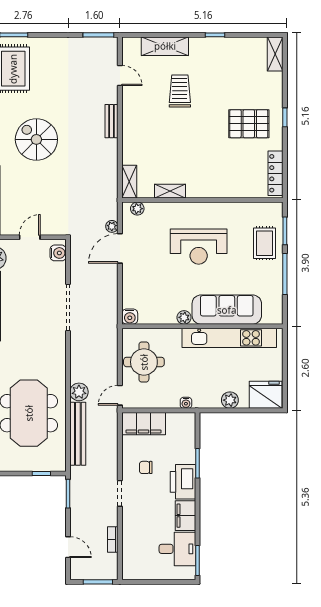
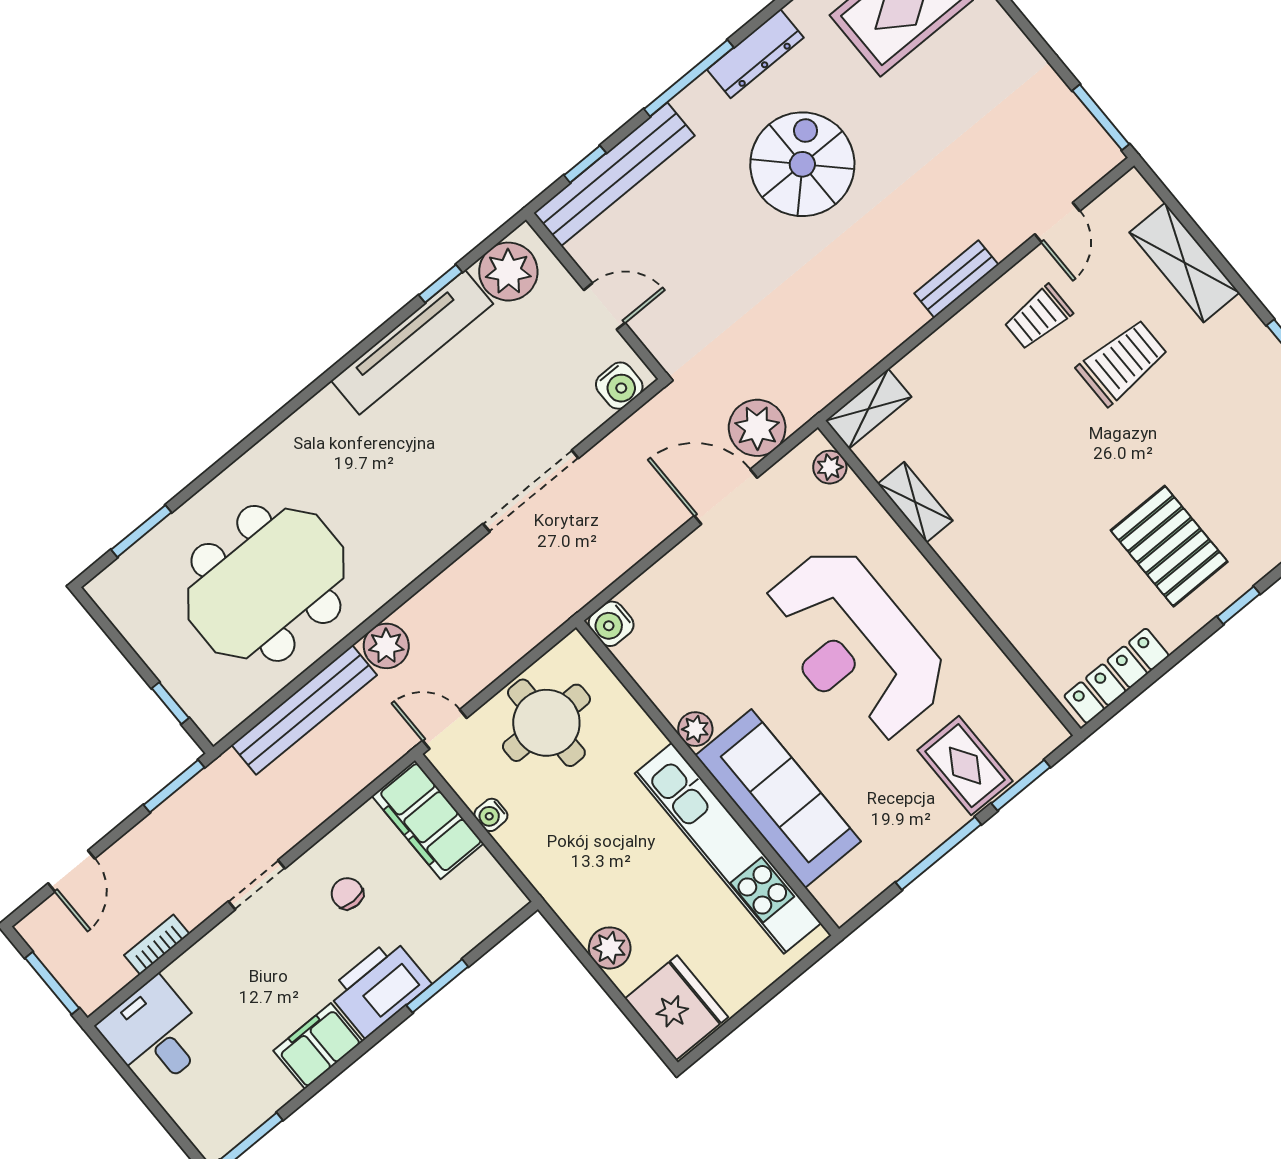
trolley: (144, 106) -> (1038, 317), added
plant: (112, 226) -> (757, 428), width x1.87, depth x1.87
rug: (264, 243) -> (965, 766), turned 90
reception desk: (199, 247) -> (854, 645), width x1.36, depth x1.30
water cooler: (186, 403) -> (491, 815), moved
desk: (177, 549) -> (155, 1034), moved, turned 180

